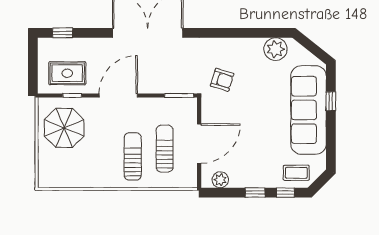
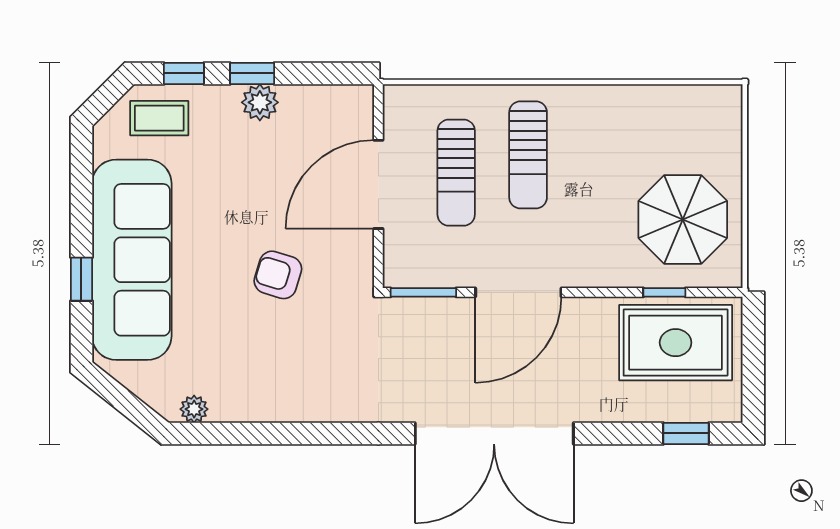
plant: (276, 49) -> (194, 409), width x0.53, depth x0.53
rug: (67, 73) -> (676, 343), width x1.36, depth x1.43
armchair: (222, 80) -> (278, 275), moved
door: (118, 95) -> (518, 292), moved
plant: (220, 180) -> (260, 102), moved

